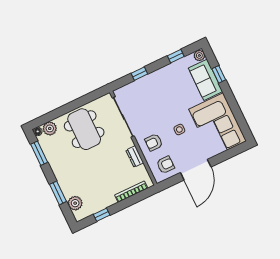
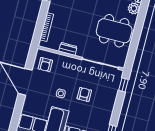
window: (139, 74) -> (123, 85), moved
armchair: (154, 142) -> (84, 94), moved

